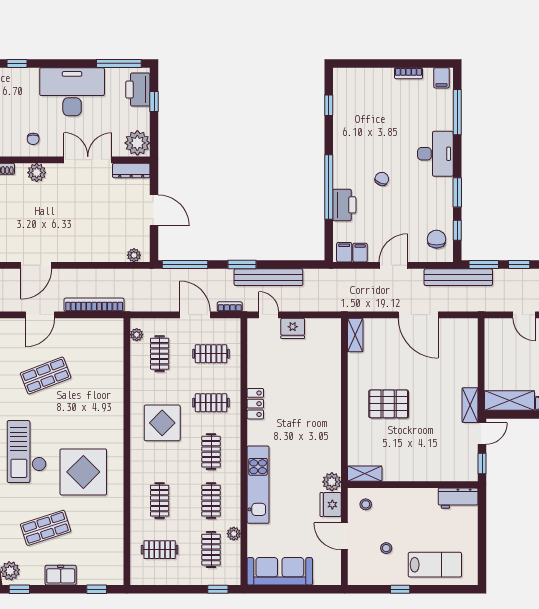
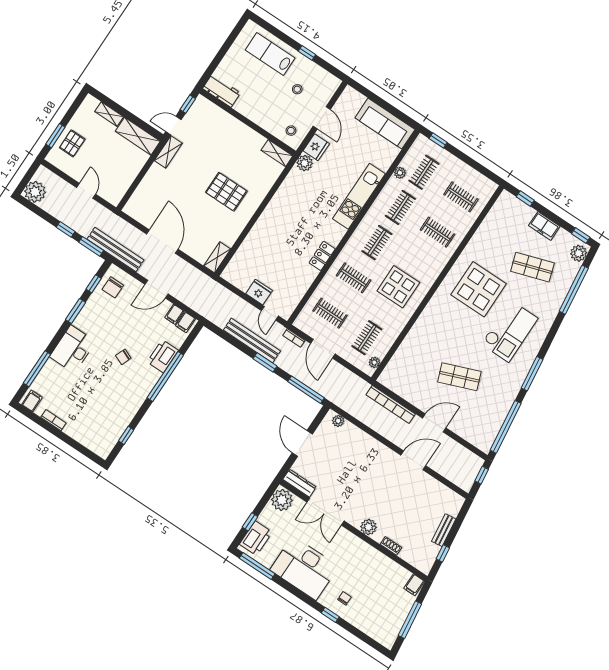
chair: (33, 139) -> (344, 598), moved
clothes rail: (160, 501) -> (437, 232), turned 90

